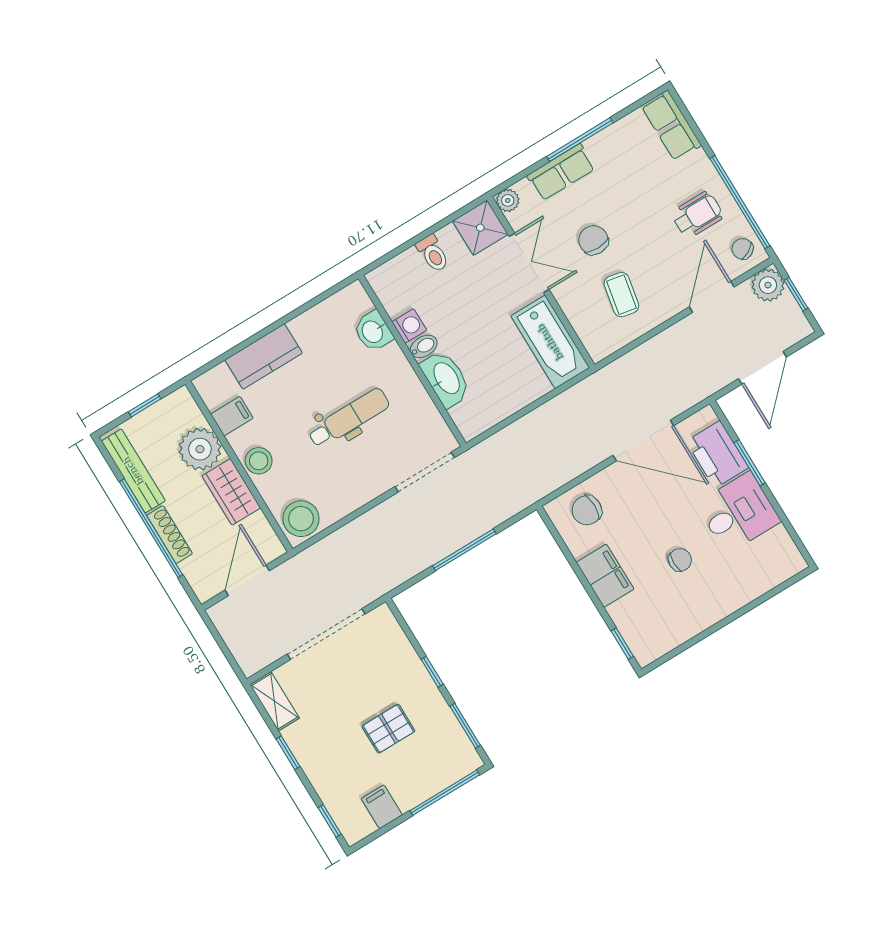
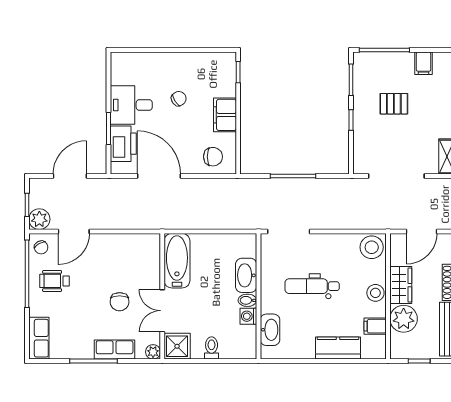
coffee table: (621, 295) -> (122, 263), removed
washbasin: (373, 331) -> (270, 330), width x1.38
chair: (680, 560) -> (179, 99), turned 147

